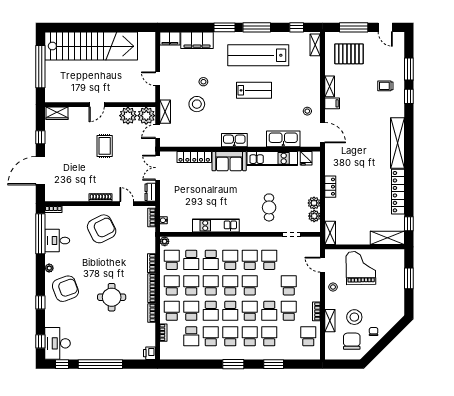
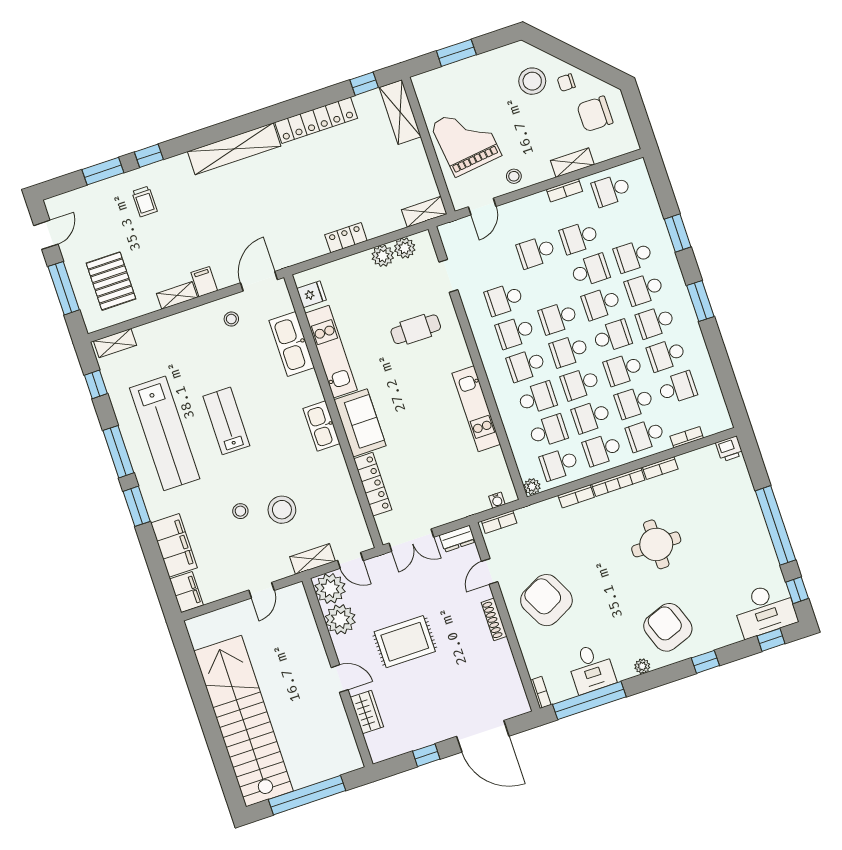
wardrobe: (57, 113) -> (367, 712), moved
rug: (105, 146) -> (405, 642), width x1.36, depth x1.43
grand piano: (361, 268) -> (466, 140), turned 84
school desk: (211, 311) -> (623, 369), turned 180
stool: (354, 317) -> (532, 81), moved

